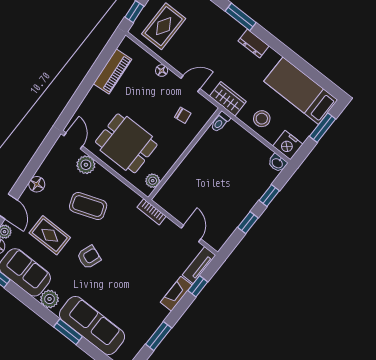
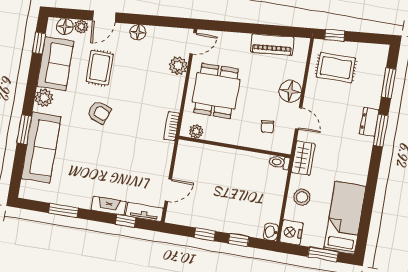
dresser: (254, 43) -> (369, 122), moved
floor lamp: (162, 71) -> (290, 91), width x1.89, depth x1.89
coffee table: (88, 206) -> (143, 87), removed
bookcase: (152, 212) -> (172, 126), moved

